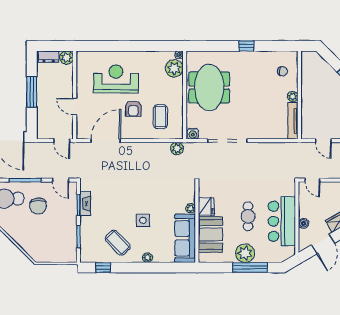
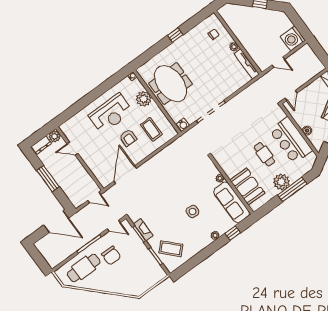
plant: (174, 68) -> (144, 99), moved
reception desk: (116, 79) -> (111, 114), moved, turned 180
door: (75, 106) -> (72, 149), moved
plant: (177, 148) -> (179, 143), removed
door: (312, 180) -> (291, 96), hinge flipped
fridge: (206, 207) -> (230, 169), removed
coffee table: (118, 243) -> (171, 249), moved
window: (103, 268) -> (233, 233), moved

